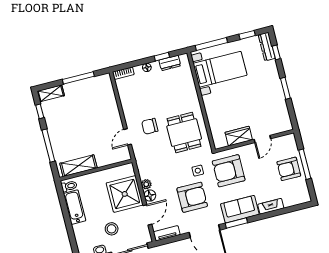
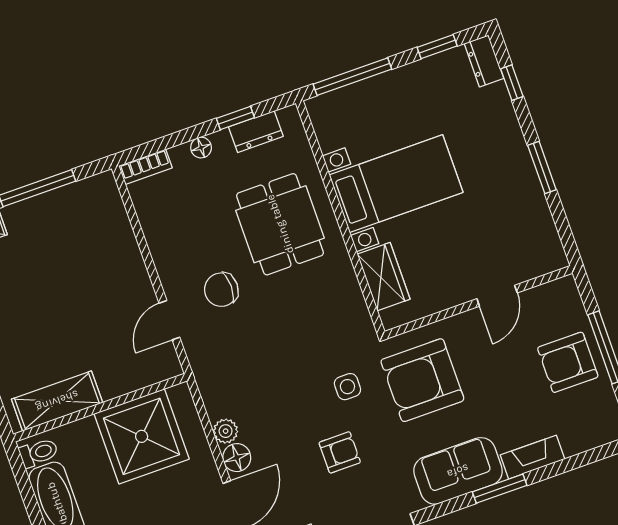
dresser: (267, 47) -> (484, 61), width x0.70
bed with nightstands: (220, 69) -> (396, 184), moved
dining table: (184, 133) -> (280, 224), moved
wardrobe: (239, 136) -> (384, 277), moved, turned 90
shower: (125, 194) -> (142, 436), moved
armchair: (192, 197) -> (340, 452), width x0.53, depth x0.53
window: (236, 223) -> (500, 489), moved

